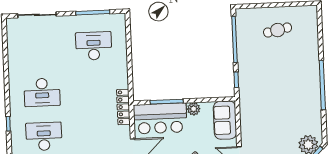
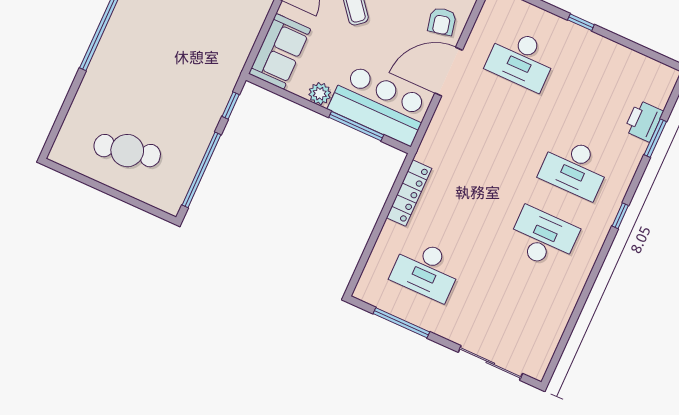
cafe table: (278, 30) -> (127, 151), width x1.37, depth x1.35
locker: (123, 107) -> (409, 193), moved

